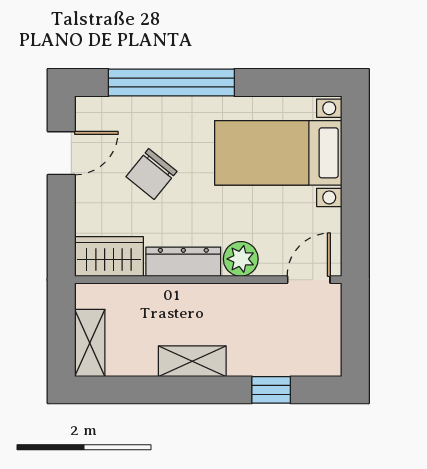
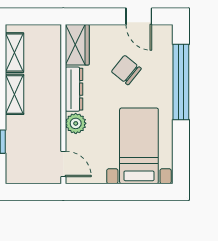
shelving: (90, 343) -> (15, 53), moved, turned 90

